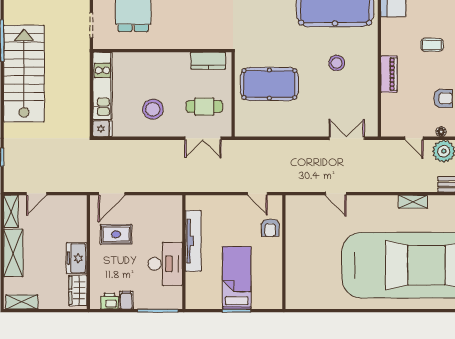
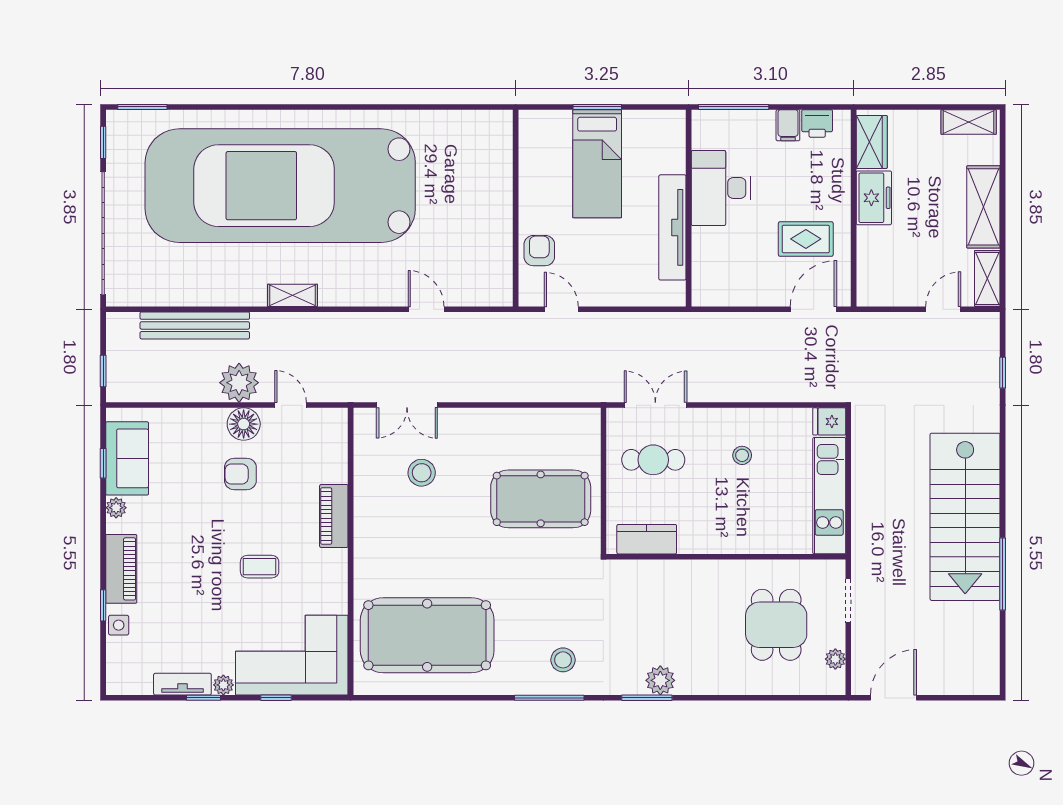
stool: (337, 63) -> (422, 473), moved
stool: (153, 109) -> (742, 455), width x0.53, depth x0.53
floor lamp: (441, 132) -> (244, 424), width x1.89, depth x1.89

